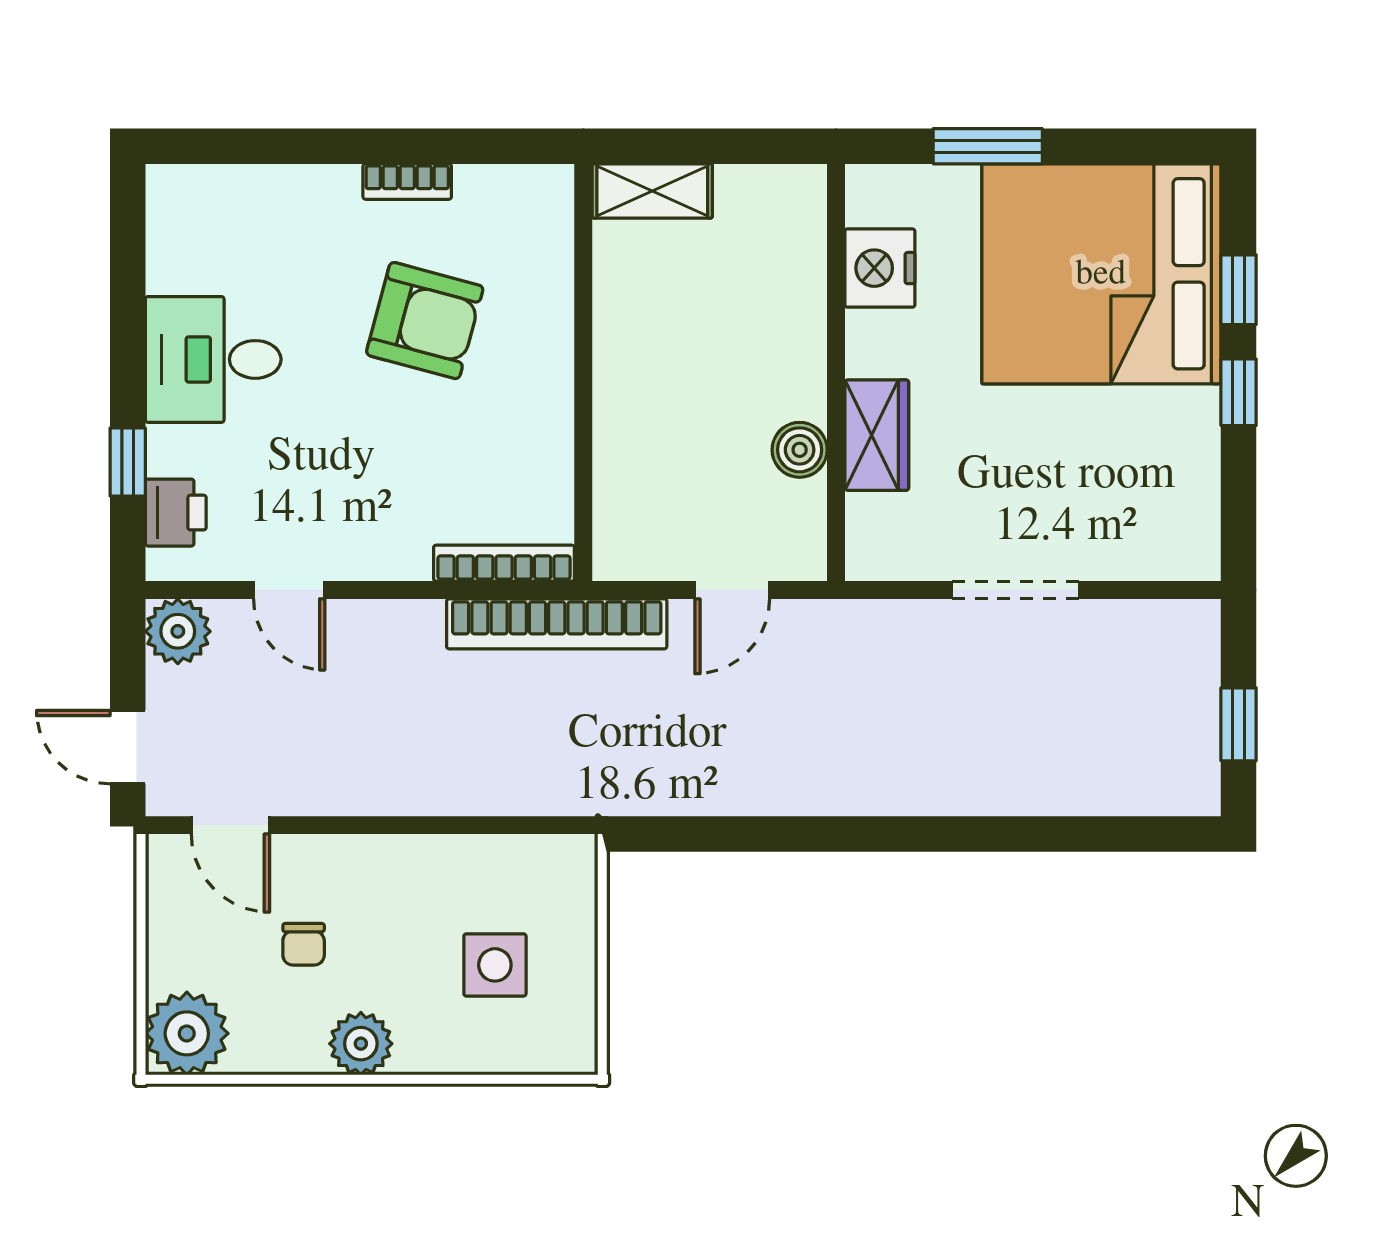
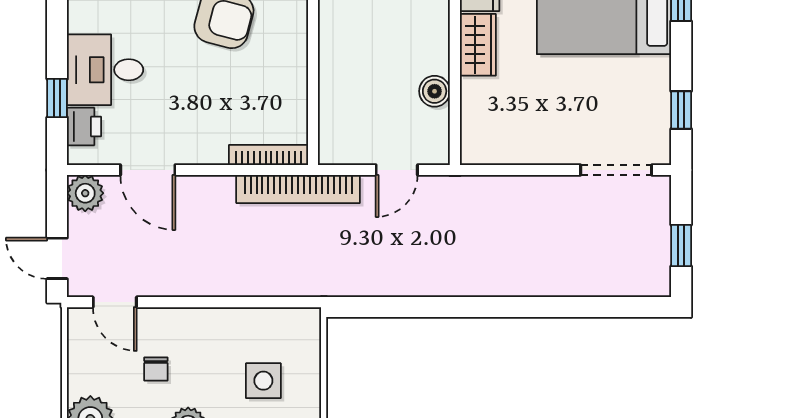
desk: (213, 359) -> (105, 70), moved
window: (1239, 392) -> (681, 110), moved
wardrobe: (877, 435) -> (478, 45), moved
door: (289, 590) -> (148, 170), width x1.38
doorway: (1016, 590) -> (616, 170), moved

